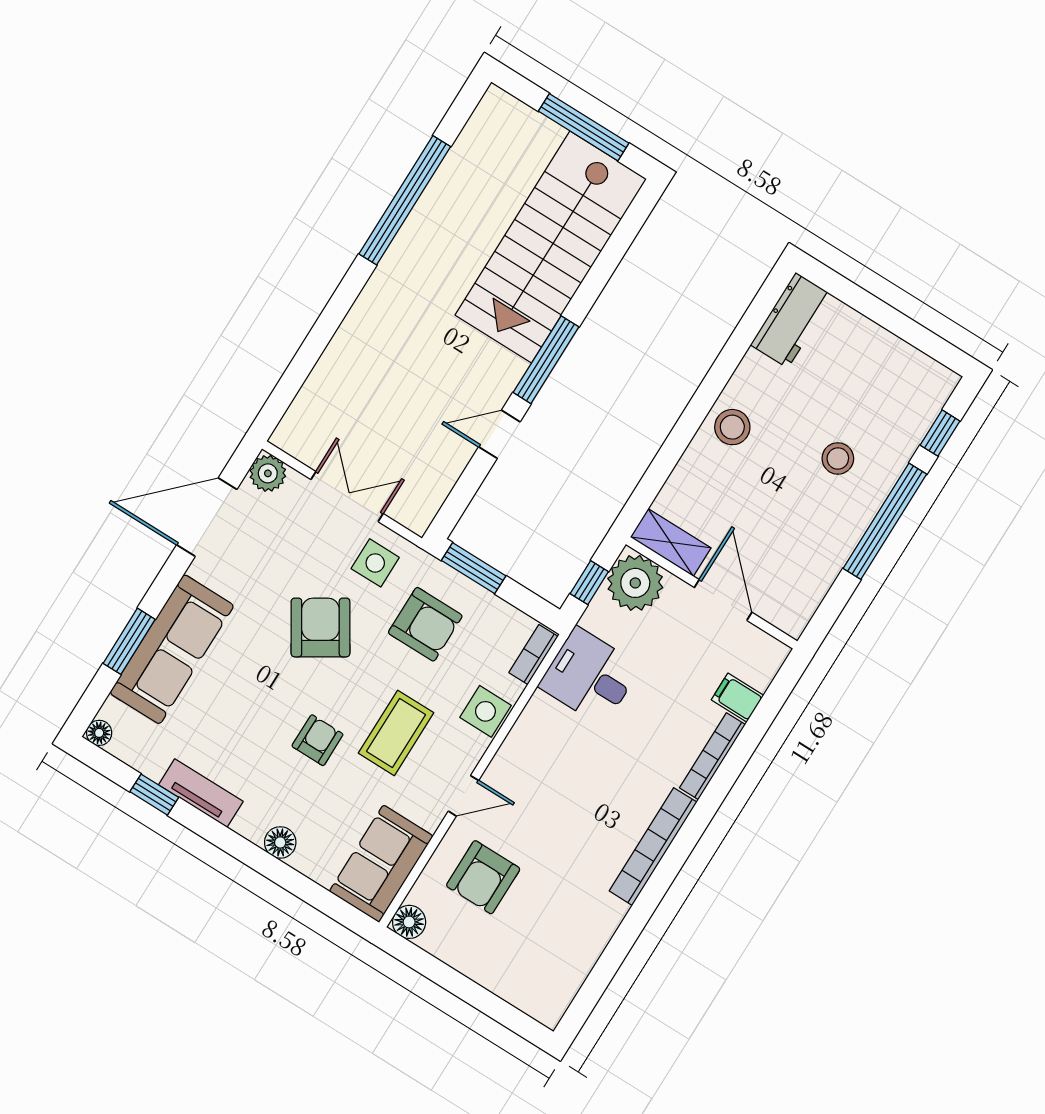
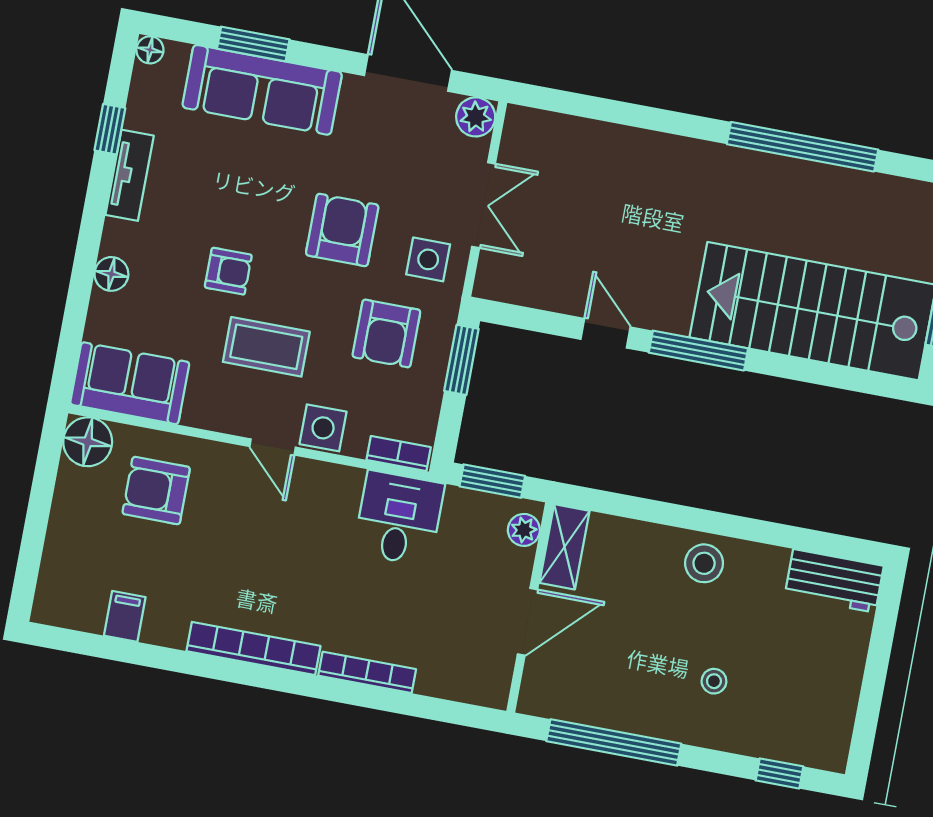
stool: (838, 458) -> (714, 681), width x0.73, depth x0.73
window: (885, 521) -> (614, 742), moved
window: (589, 583) -> (492, 481), width x1.50
plant: (635, 583) -> (524, 530), width x0.53, depth x0.53
armchair: (320, 627) -> (342, 230), turned -58
filing cabinet: (737, 698) -> (125, 616), moved
door: (463, 796) -> (273, 447), moved
floor lamp: (409, 922) -> (88, 442), width x1.38, depth x1.38

